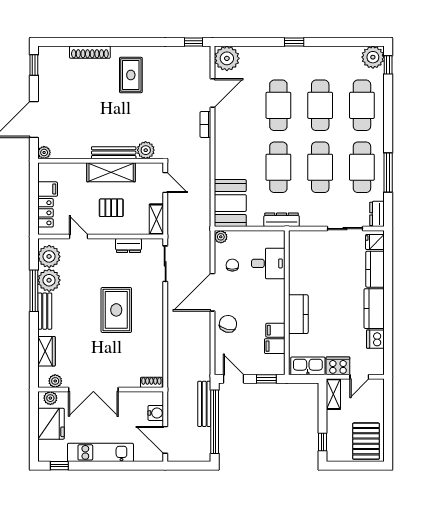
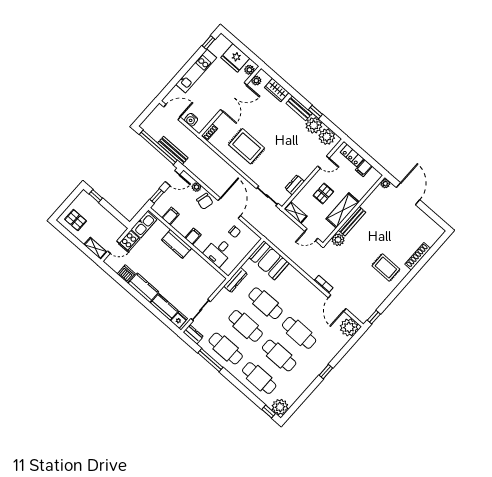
window: (34, 65) -> (438, 220), removed
plant: (221, 237) -> (196, 187), moved
window: (34, 291) -> (315, 112), width x0.46
rug: (116, 310) -> (247, 146), moved
filing cabinet: (275, 330) -> (193, 236), moved
door: (359, 377) -> (114, 247), swing flipped
double door: (93, 389) -> (234, 97), swing flipped
shelving: (333, 394) -> (95, 248), moved
pallet: (366, 441) -> (76, 220), width x0.67, depth x0.71

